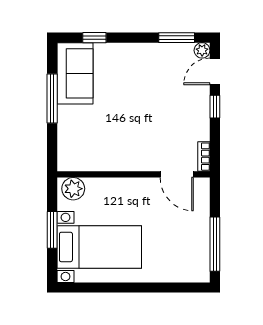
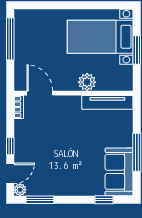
tv unit: (90, 163) -> (107, 102), added
plant: (73, 189) -> (87, 82), moved

